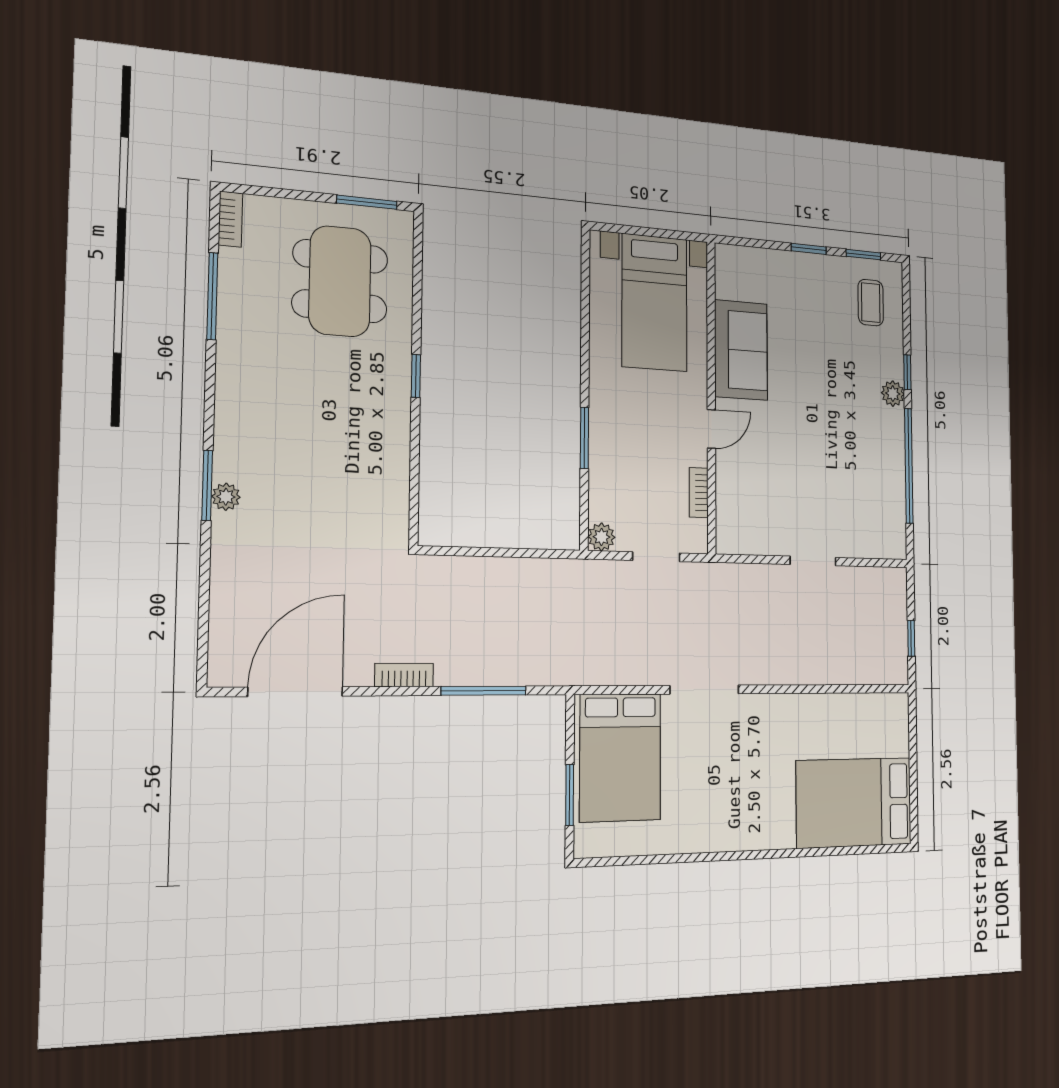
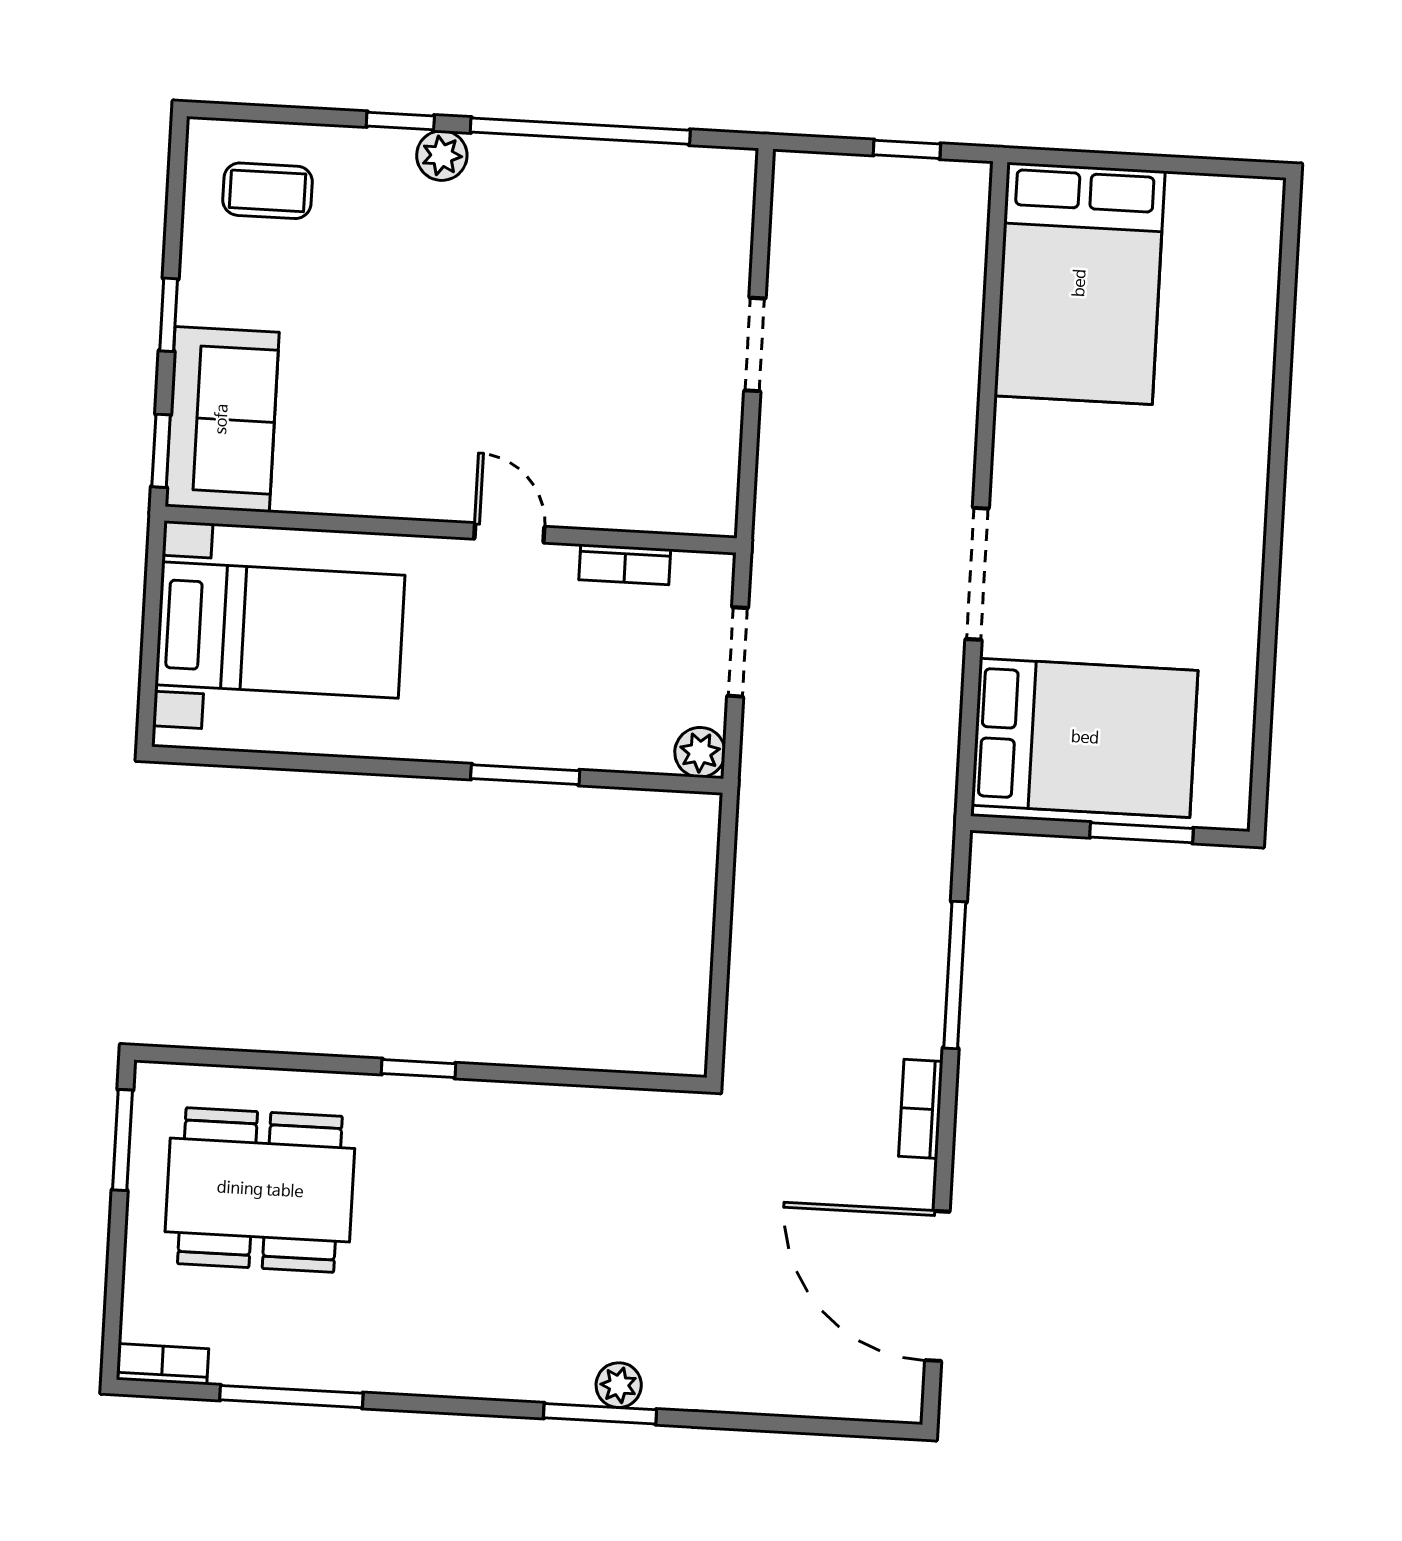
window: (863, 255) -> (161, 451), moved
sofa: (741, 350) -> (222, 419), moved, turned 90
bed: (854, 803) -> (1080, 283), moved

